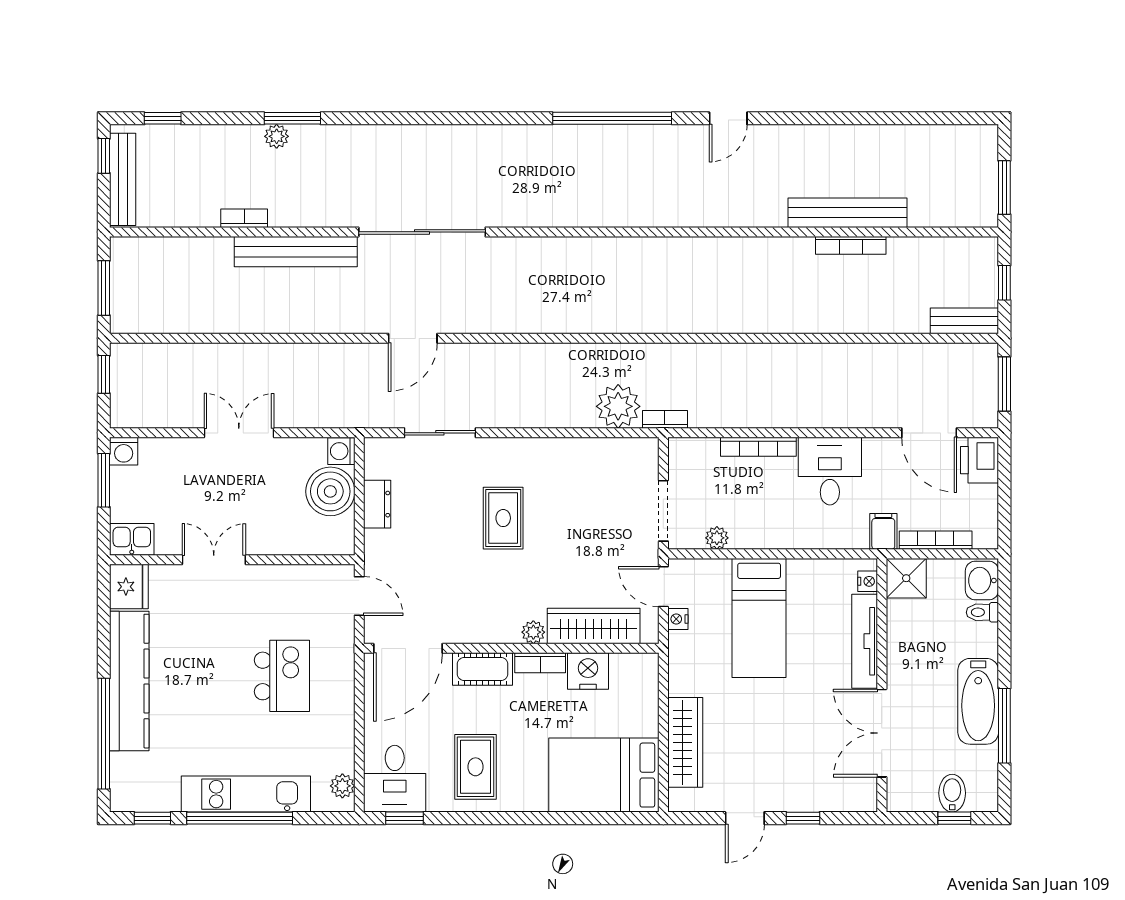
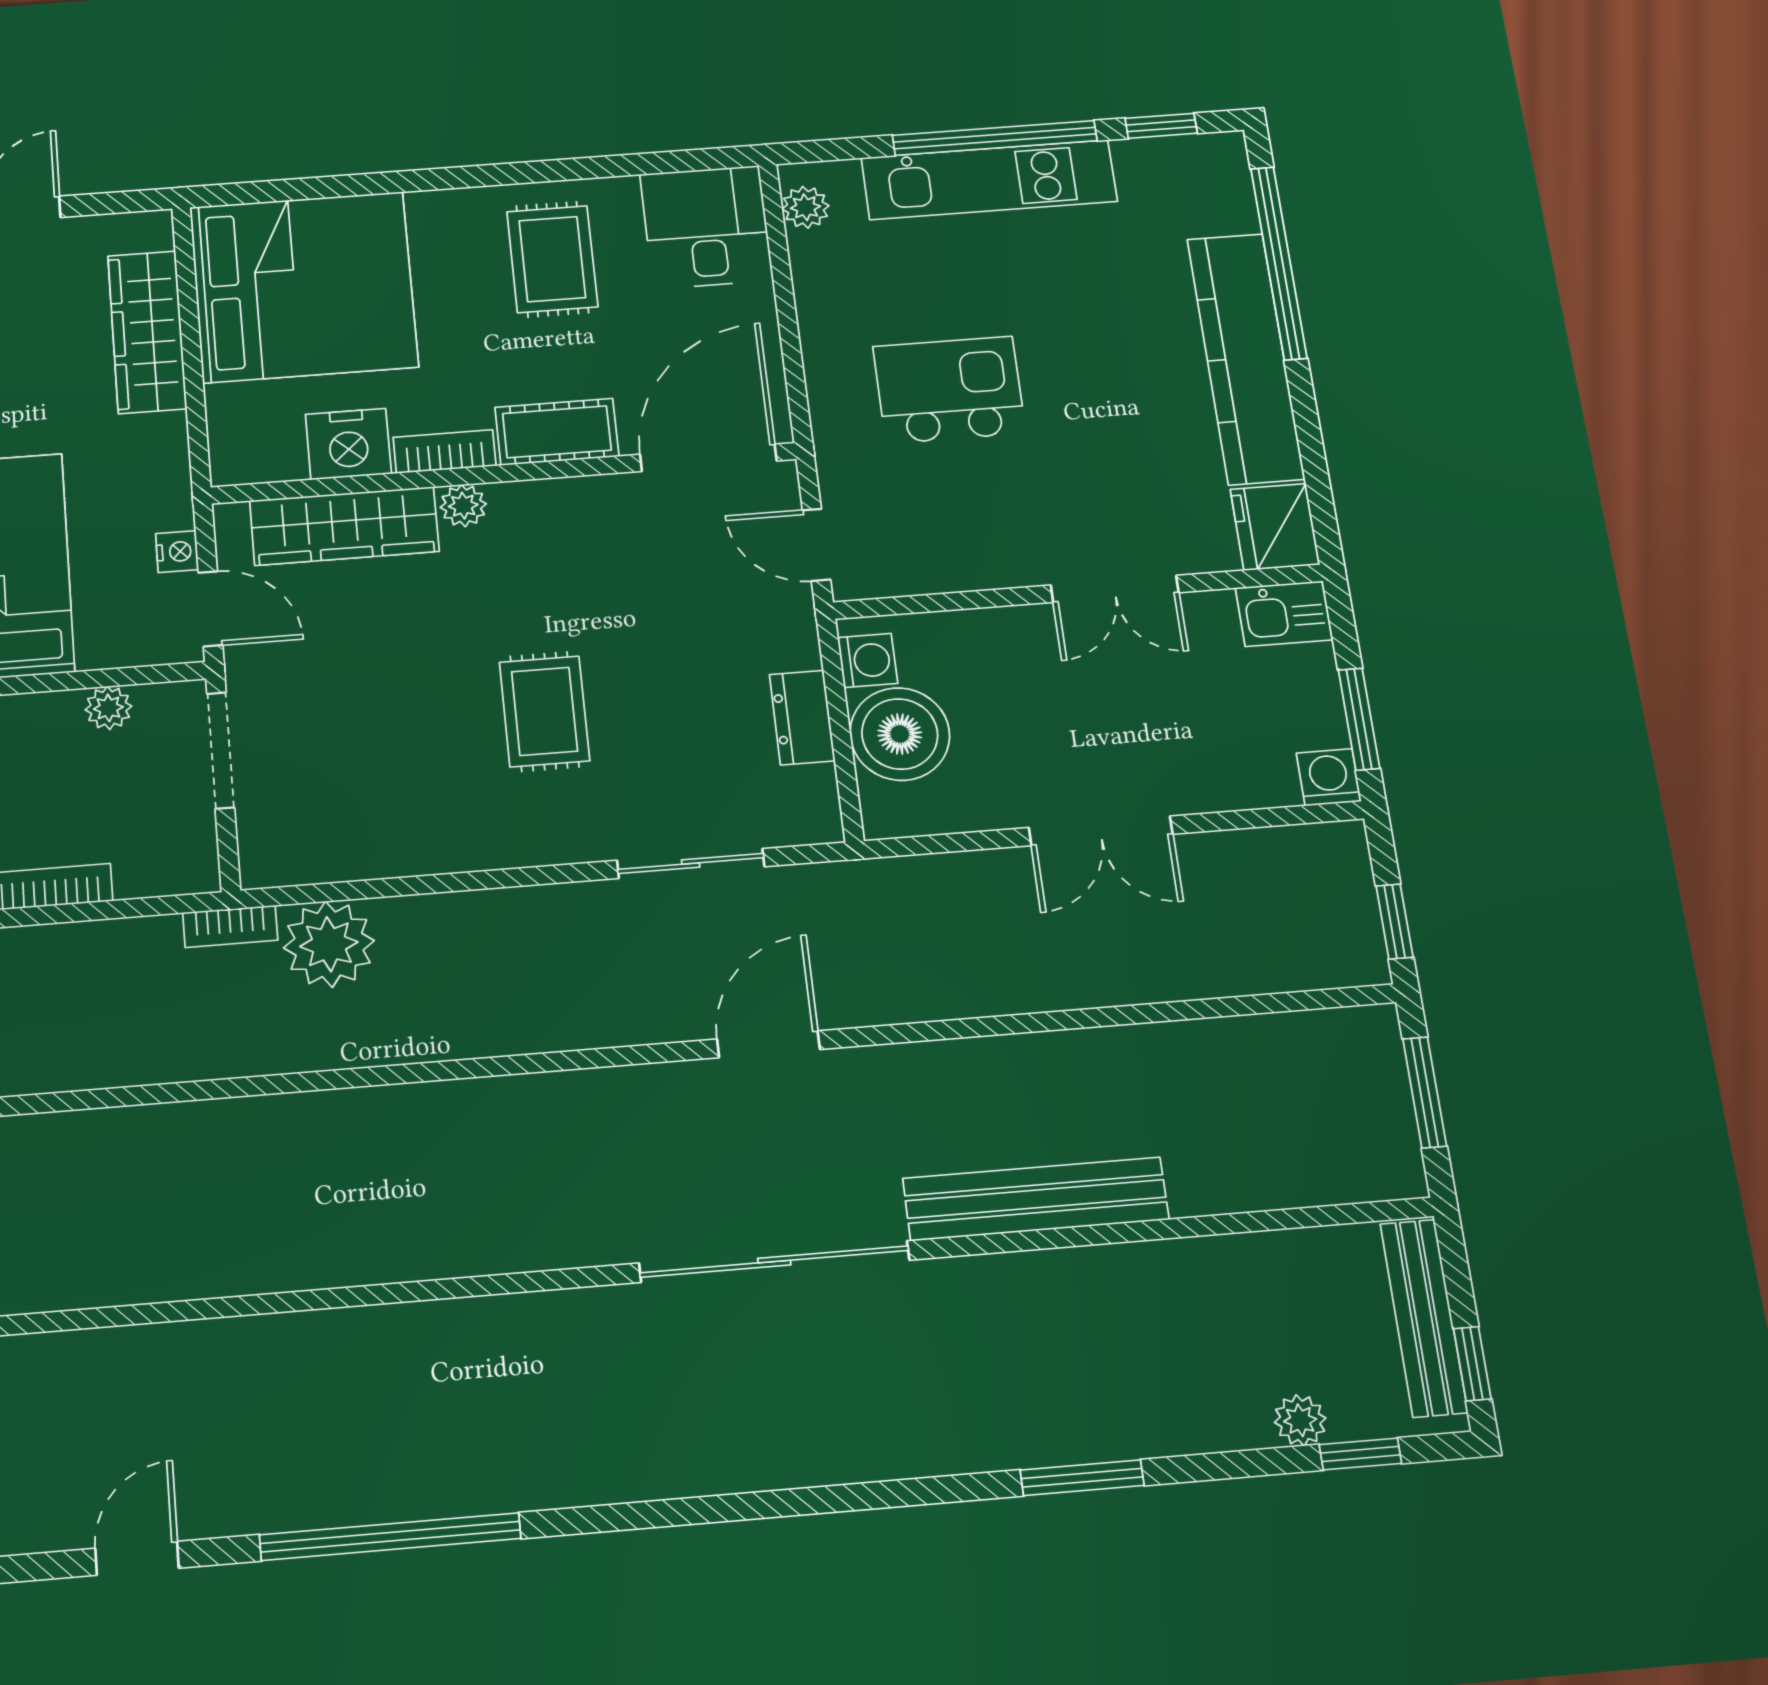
plant: (277, 136) -> (1300, 1420), moved
bookcase: (244, 218) -> (1154, 1259), removed
washing machine: (341, 451) -> (868, 660), moved
kitchen island: (282, 676) -> (949, 390), turned 90
bed: (604, 775) -> (303, 287), width x1.36
window: (404, 818) -> (679, 161), removed

